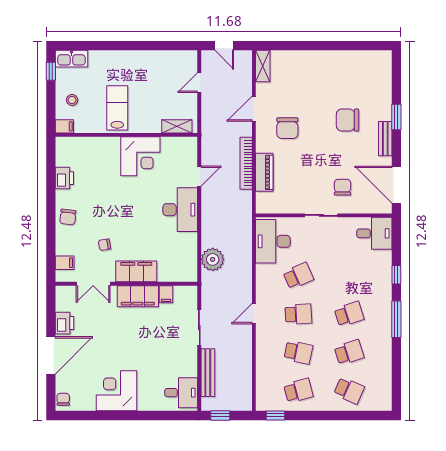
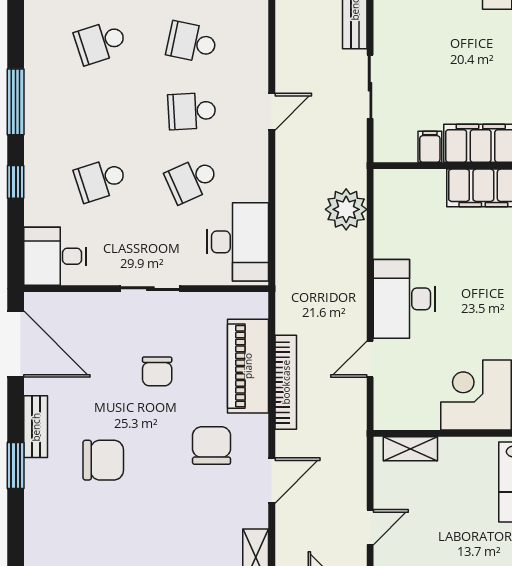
piano: (264, 172) -> (248, 366), width x1.37, depth x1.33
chair: (343, 187) -> (157, 371), moved
school desk: (349, 314) -> (100, 180), moved

